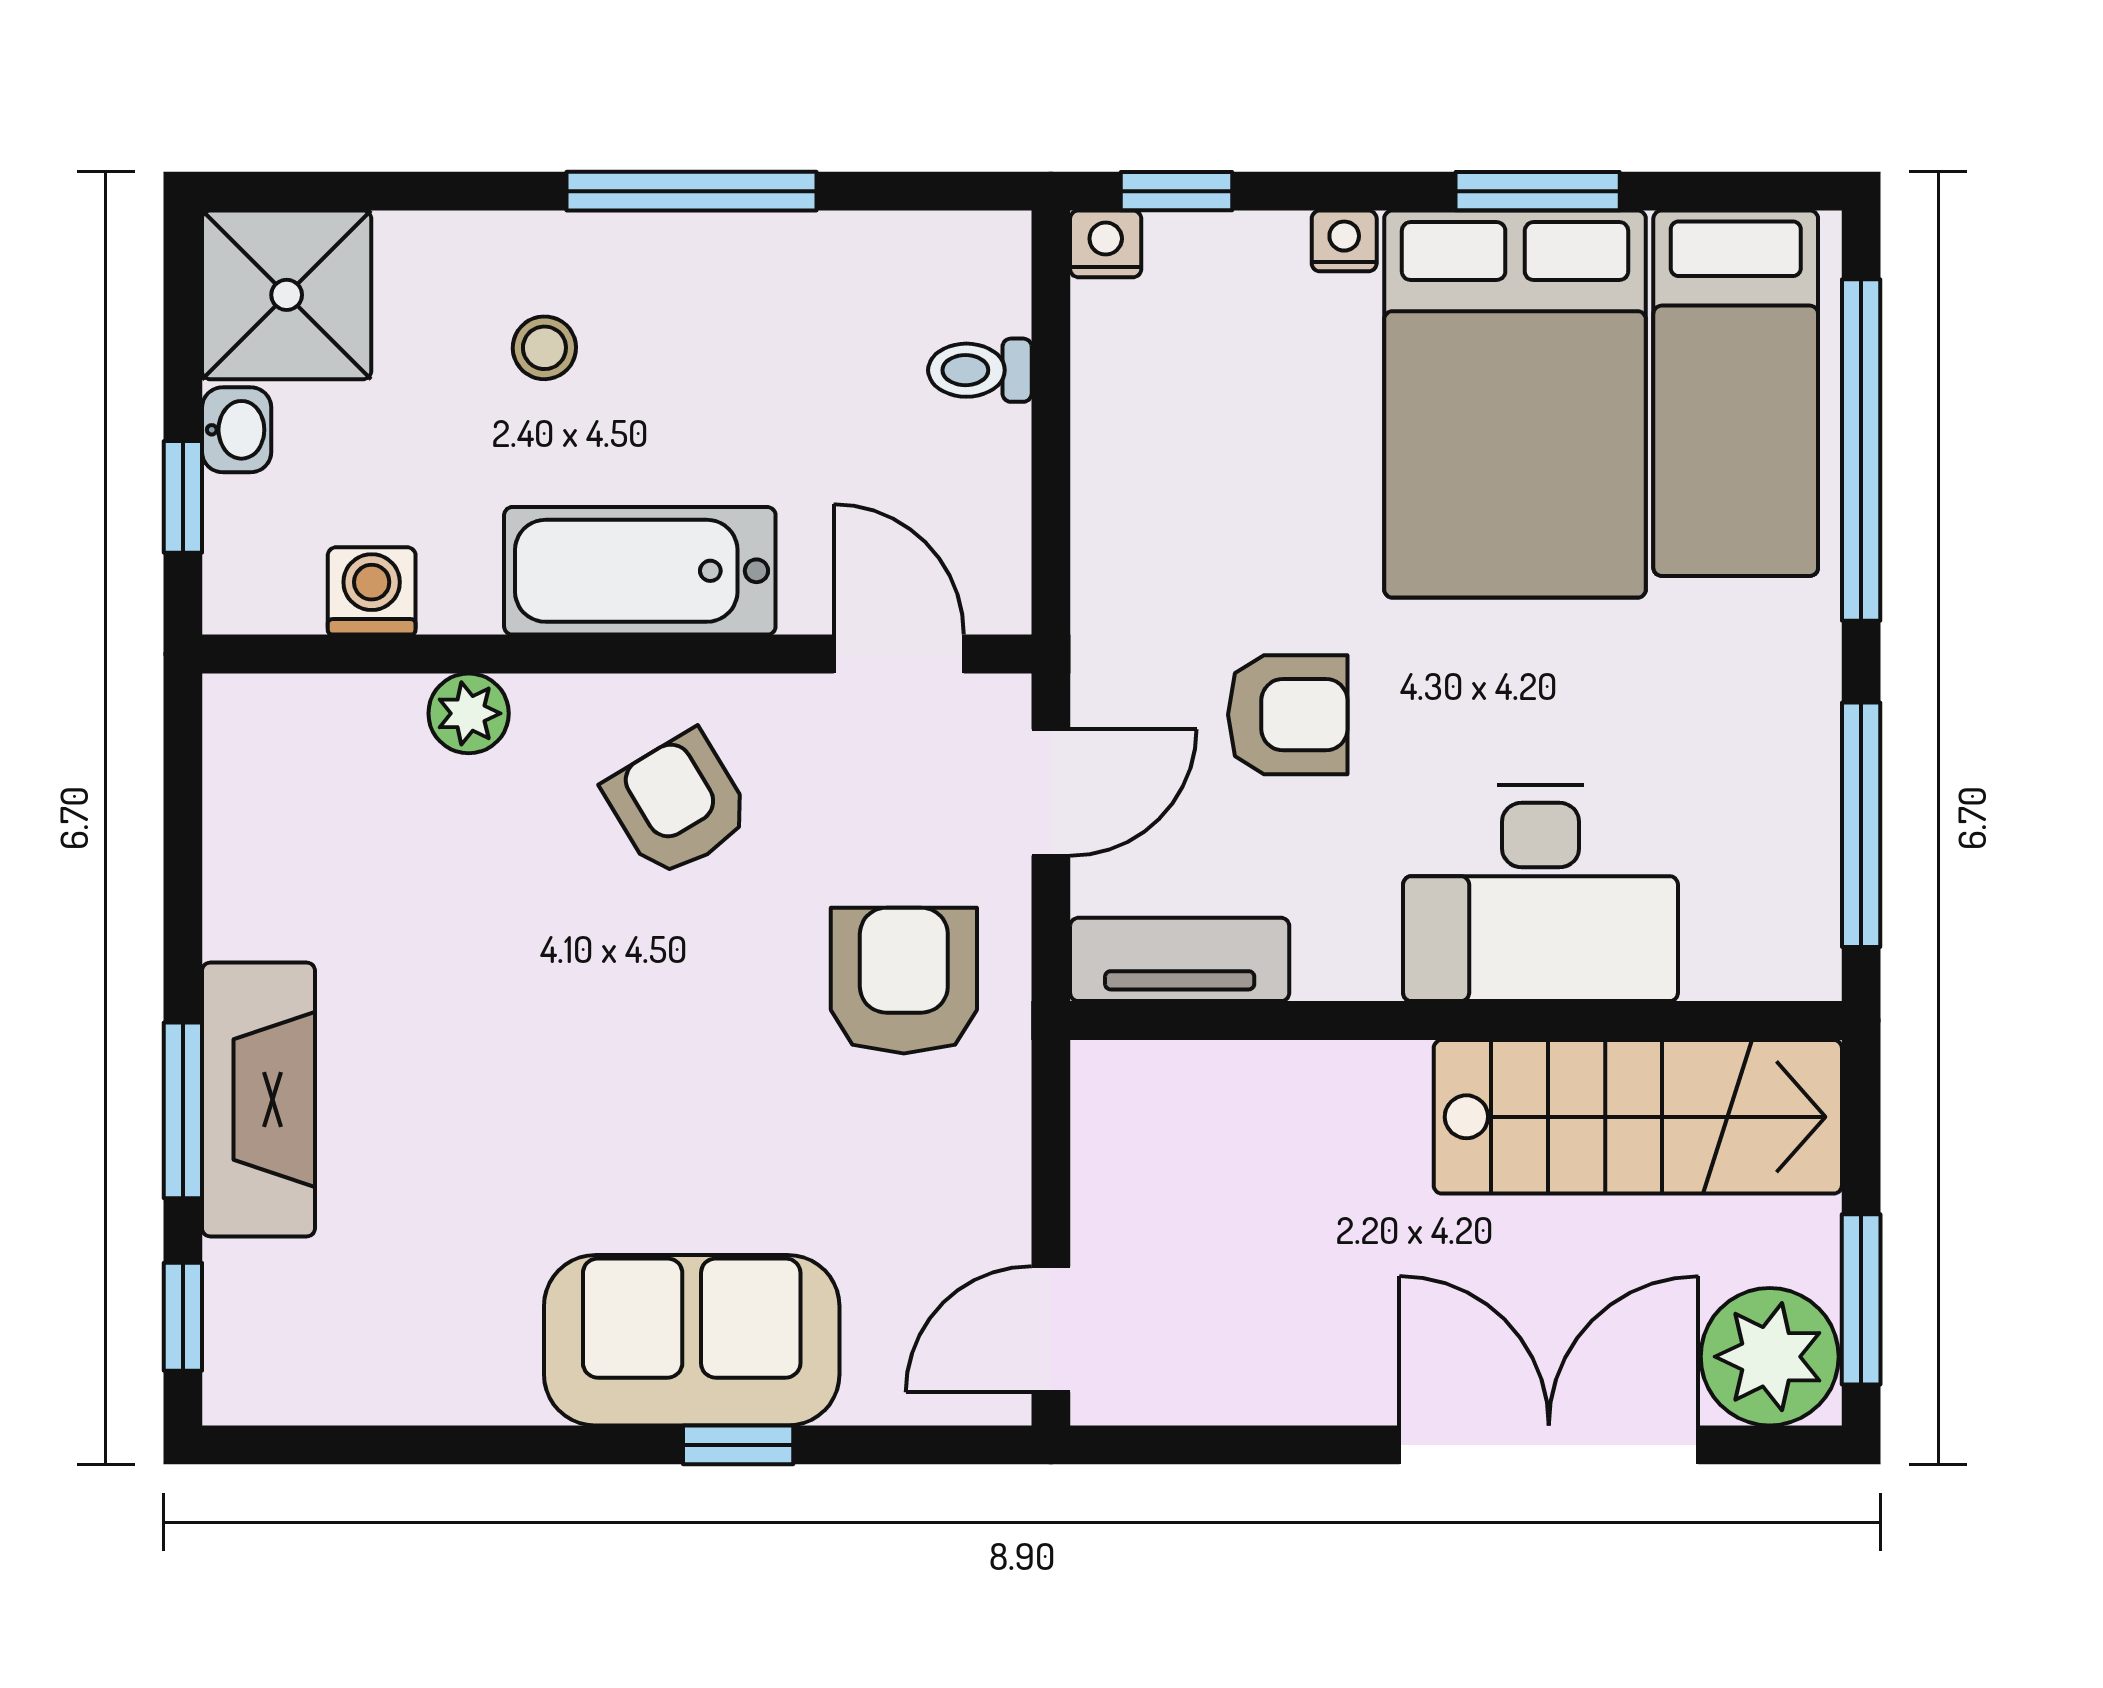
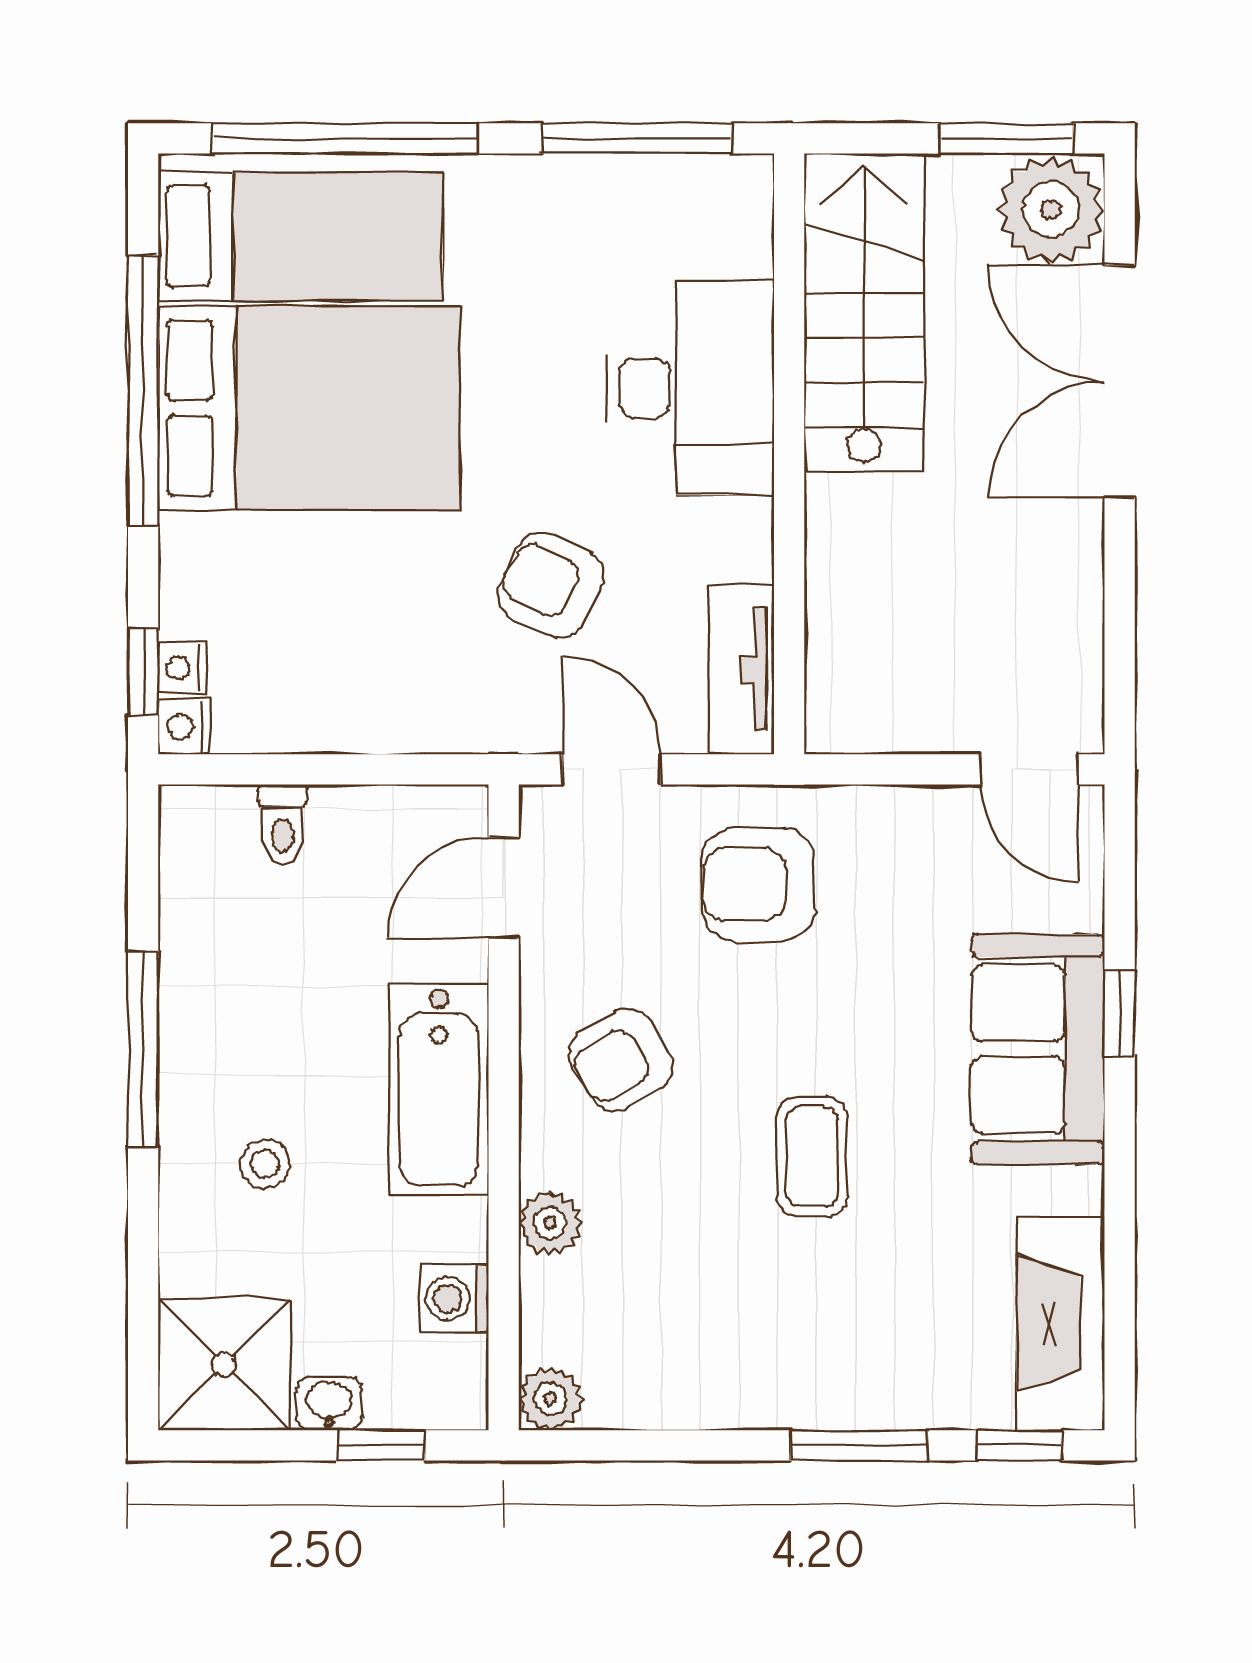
window: (1538, 191) -> (143, 390), width x2.11
nightstand: (1344, 241) -> (182, 668), moved
plant: (243, 714) -> (550, 1399), added
armchair: (1288, 715) -> (551, 585), turned -63
coffee table: (554, 1050) -> (812, 1157), added
fireplace: (258, 1100) -> (1061, 1324), moved, turned -90

